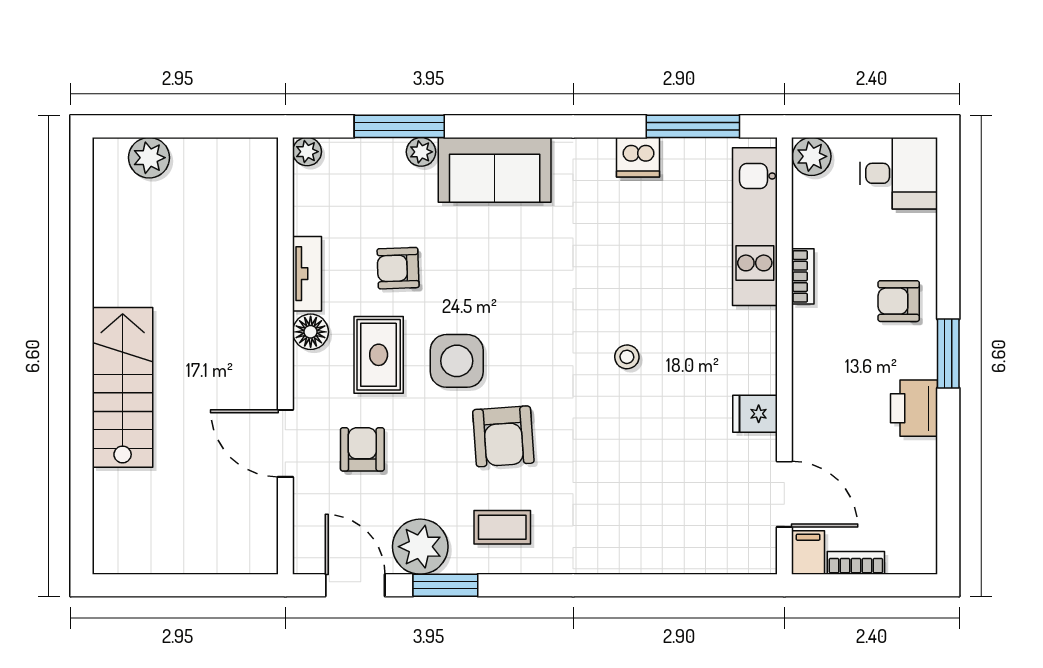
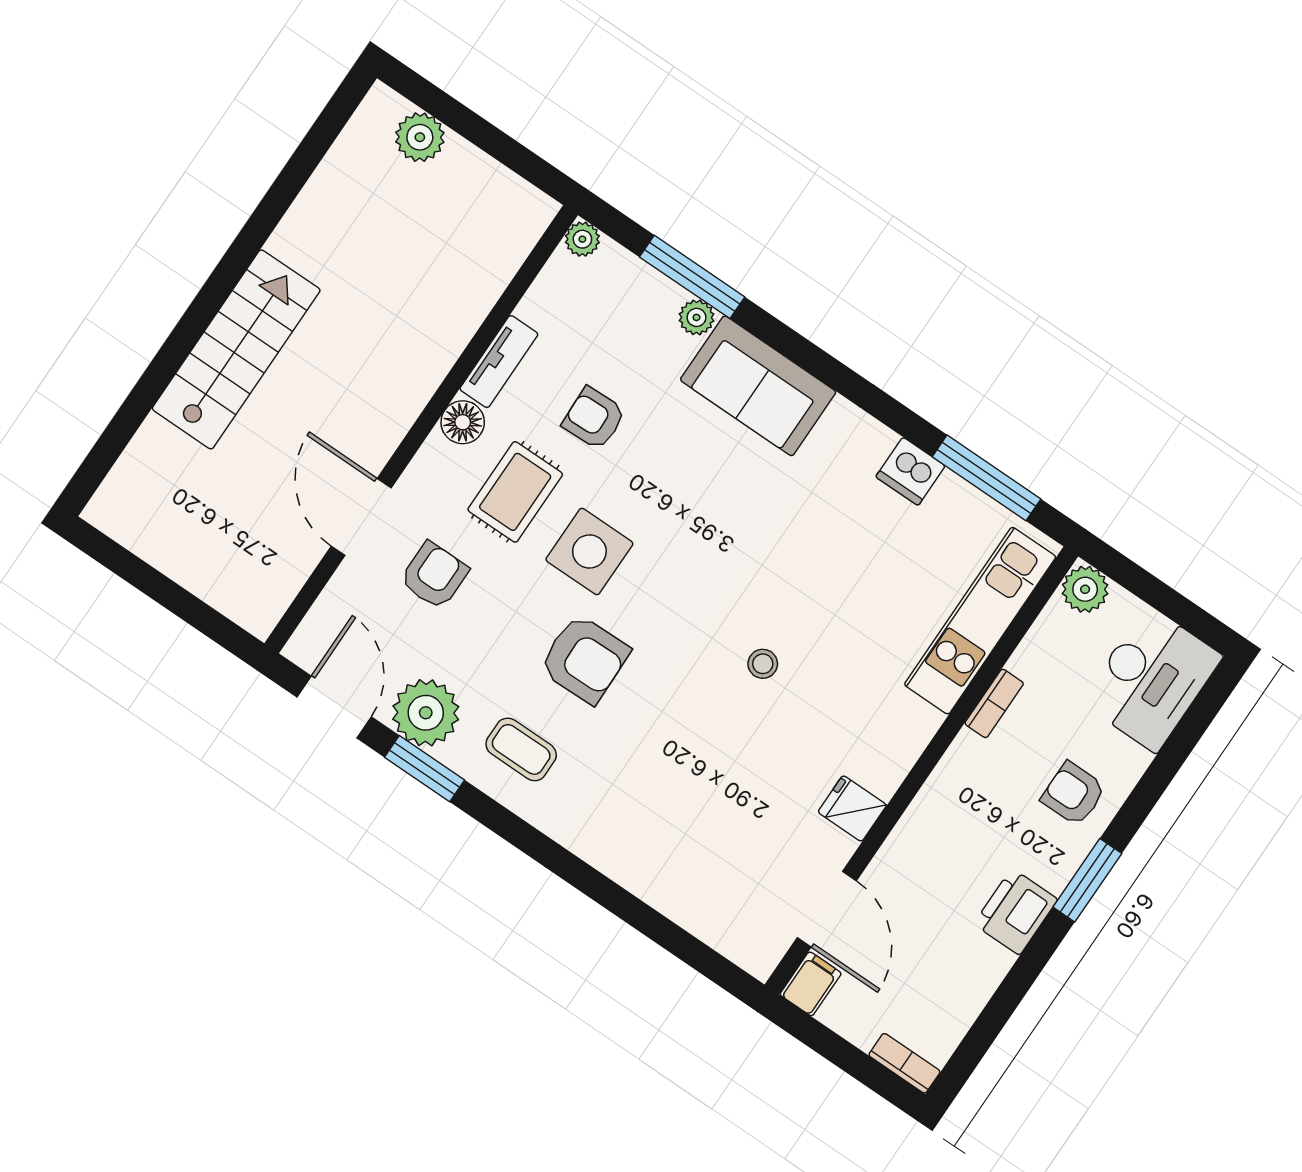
desk: (899, 173) -> (1152, 679), width x1.37
armchair: (503, 436) -> (584, 659), turned -87
bookcase: (856, 563) -> (904, 1063), moved

